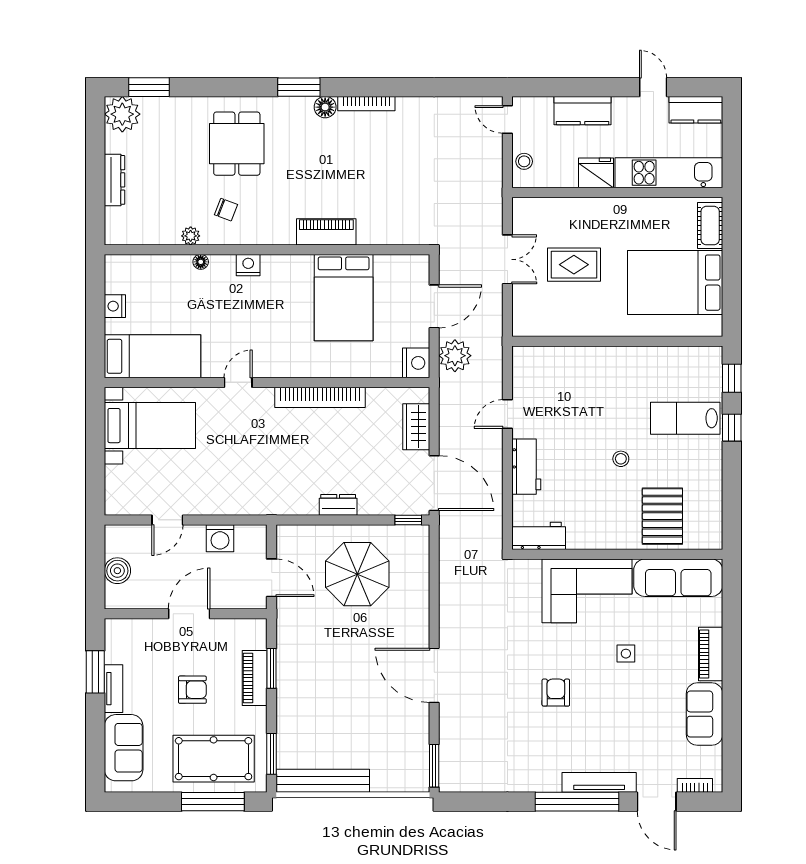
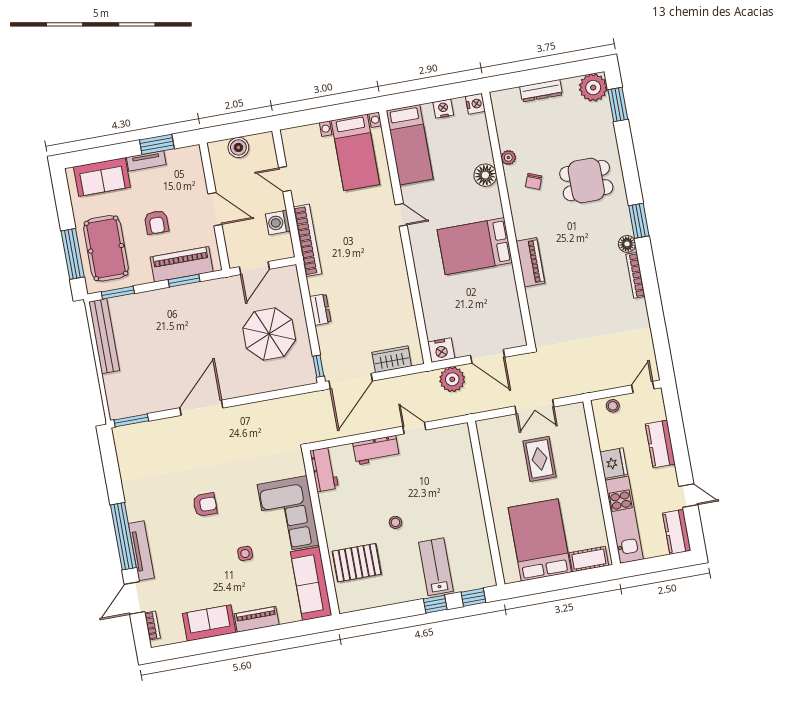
door: (653, 87) -> (688, 496), hinge flipped
floor lamp: (201, 262) -> (485, 175), width x1.89, depth x1.89
nightstand: (248, 265) -> (475, 104), moved
bed: (344, 298) -> (475, 246), moved
bookcase: (320, 397) -> (308, 240), moved, turned 180
piano: (255, 678) -> (182, 264), width x1.37, depth x1.33

